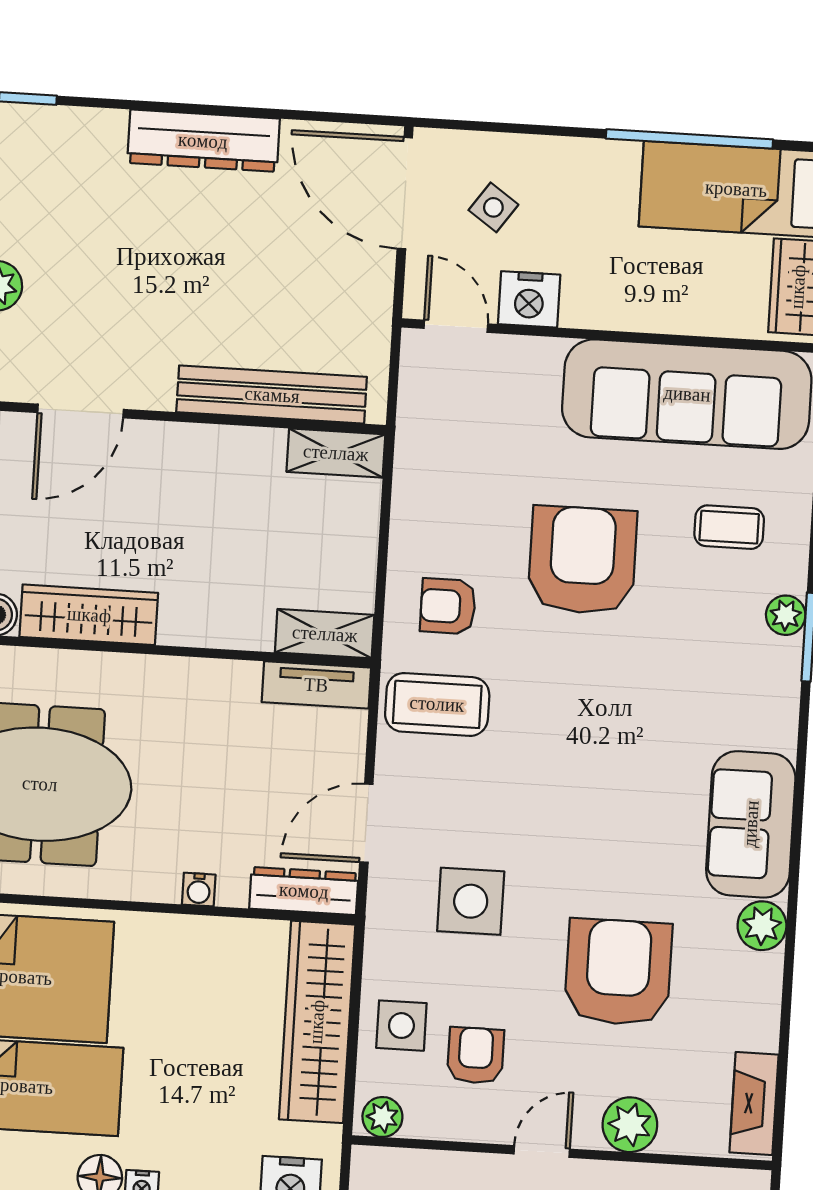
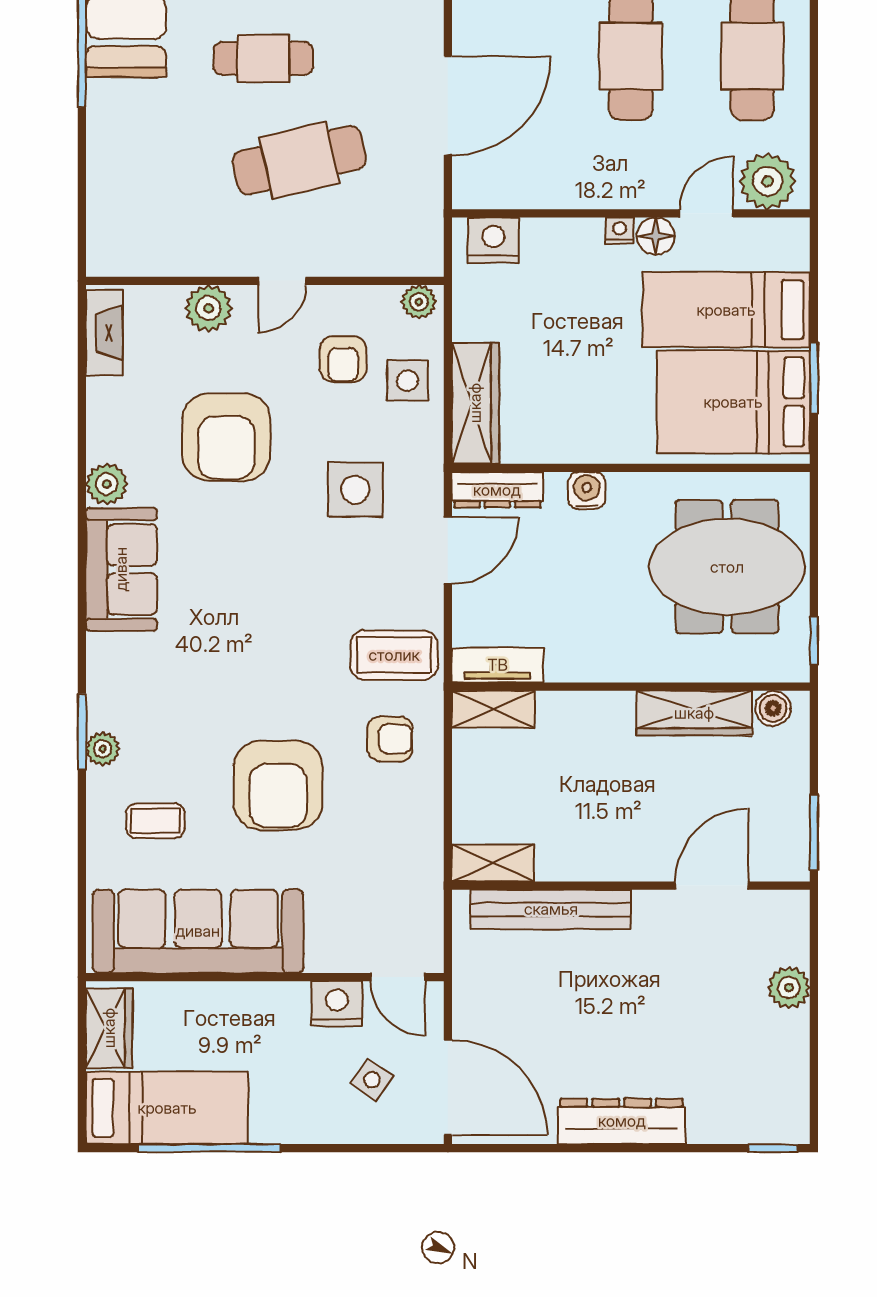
water cooler: (199, 890) -> (587, 491), width x1.38, depth x1.38
wardrobe: (317, 1022) -> (475, 403), width x0.71, depth x0.85

